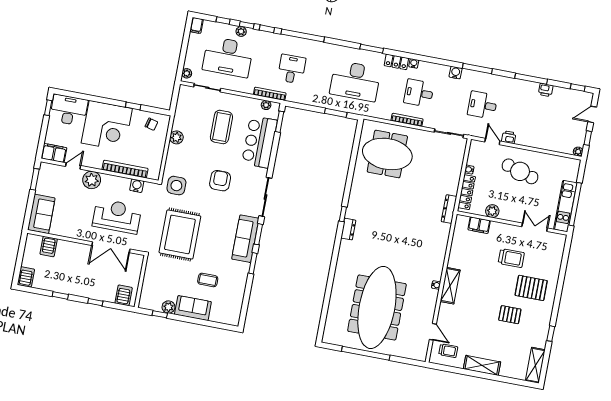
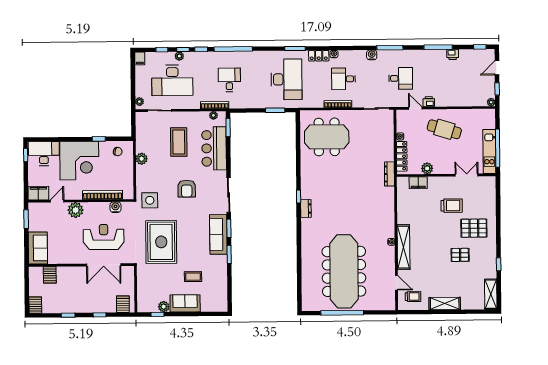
desk: (355, 81) -> (286, 79), turned -90
desk: (483, 105) -> (401, 78), turned 180
armchair: (220, 181) -> (187, 189), turned 180
shelving: (450, 286) -> (404, 247), width x1.47

